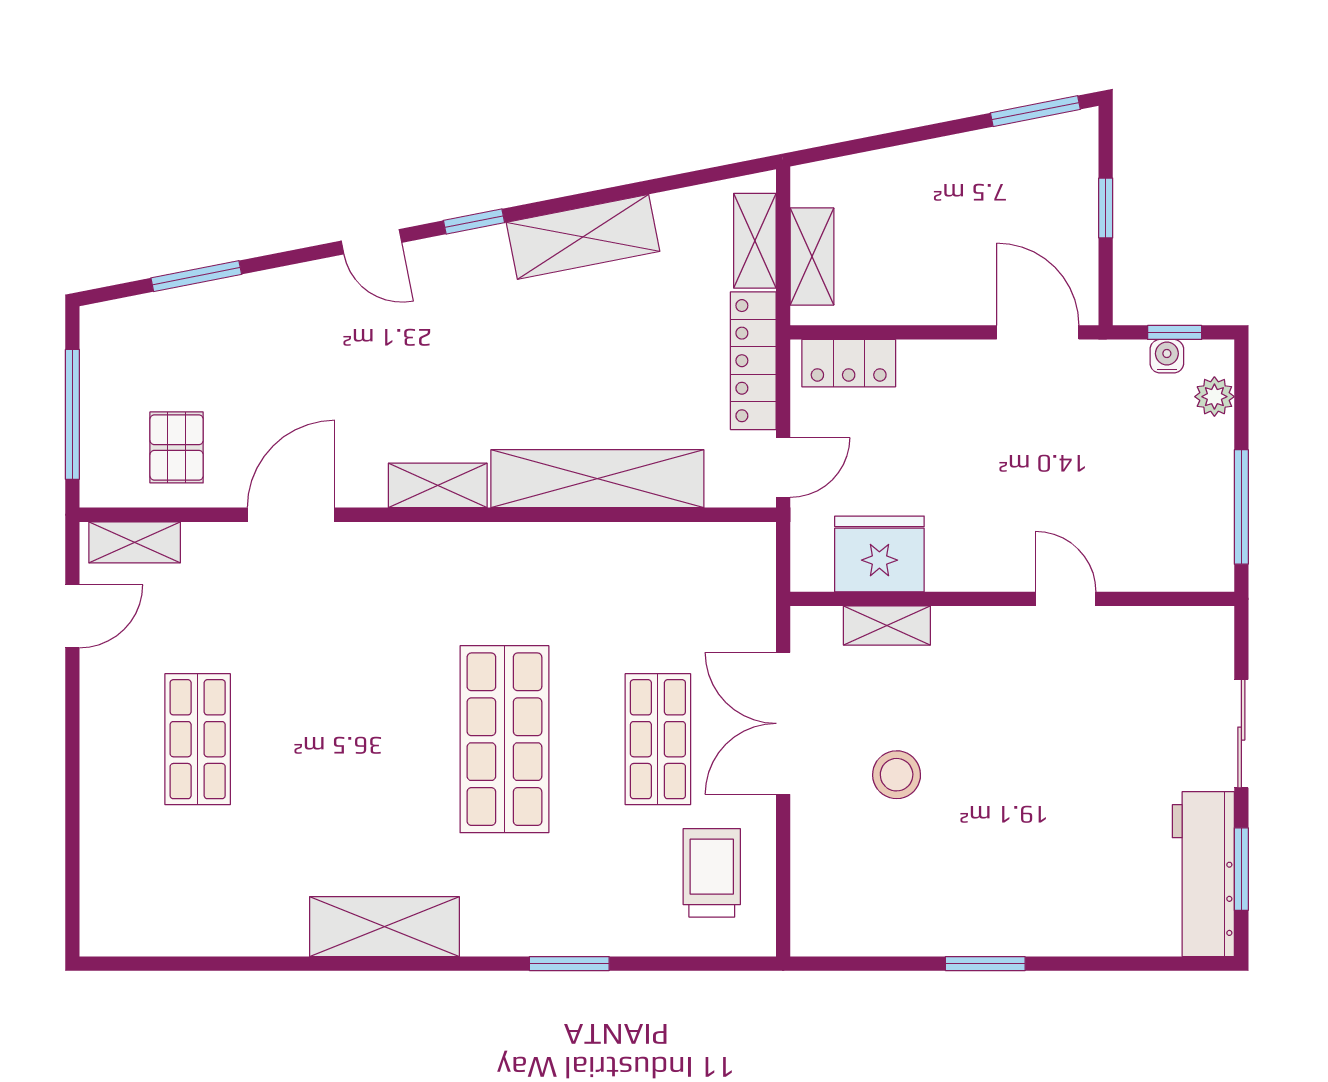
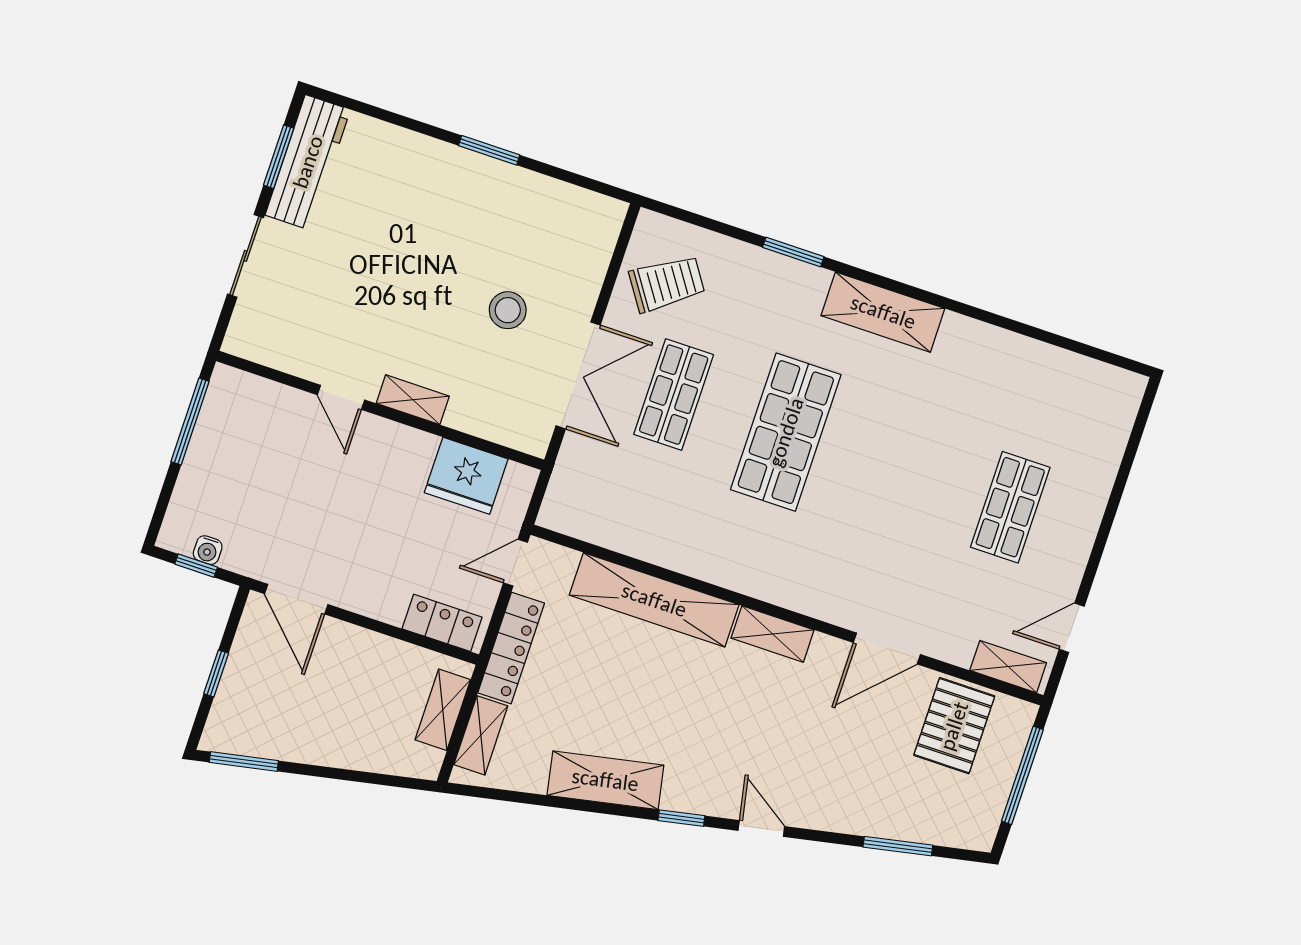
plant: (1214, 397) -> (183, 509), removed
pallet: (177, 447) -> (954, 726), width x1.50, depth x1.42
shelving: (887, 625) -> (413, 400), moved
trolley: (712, 873) -> (667, 284), turned -124
shelving: (384, 927) -> (883, 312), moved

